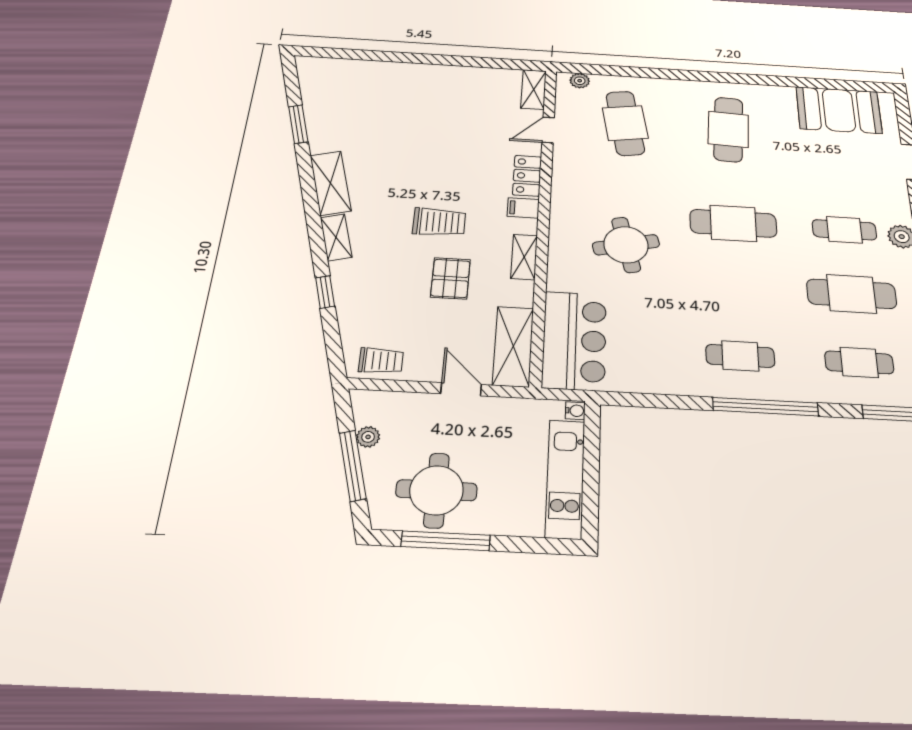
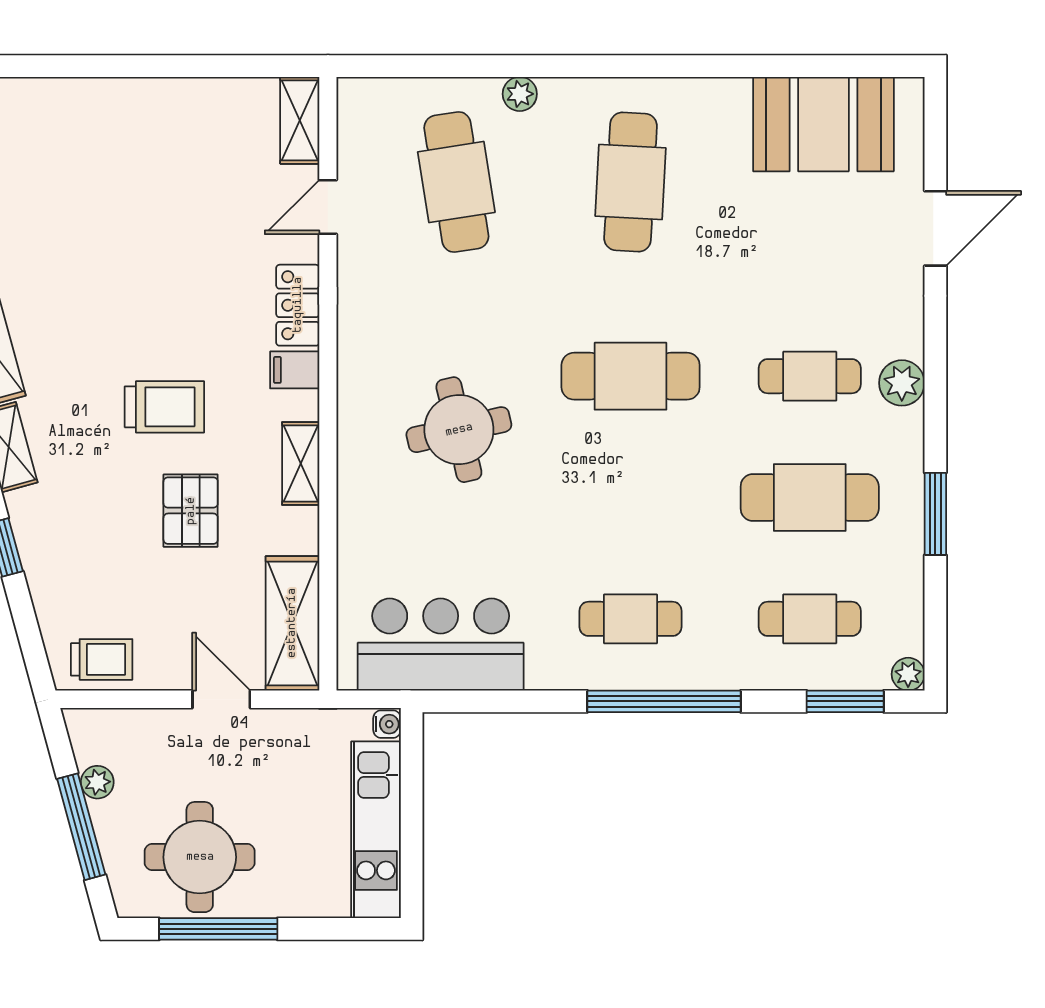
plant: (580, 81) -> (520, 94), moved
bar counter: (574, 340) -> (441, 645), moved, turned -90

